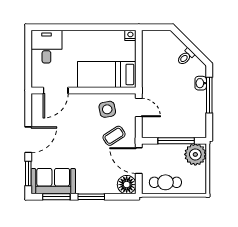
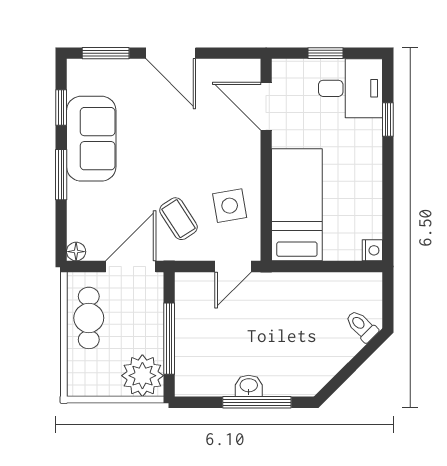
window: (63, 27) -> (388, 119), added
toilet: (186, 57) -> (362, 326), moved
window: (28, 60) -> (325, 53), added
washbasin: (201, 83) -> (249, 386), moved
sofa: (53, 181) -> (91, 139), moved
floor lamp: (127, 185) -> (76, 252), width x0.53, depth x0.53
window: (56, 197) -> (61, 107), width x0.67

